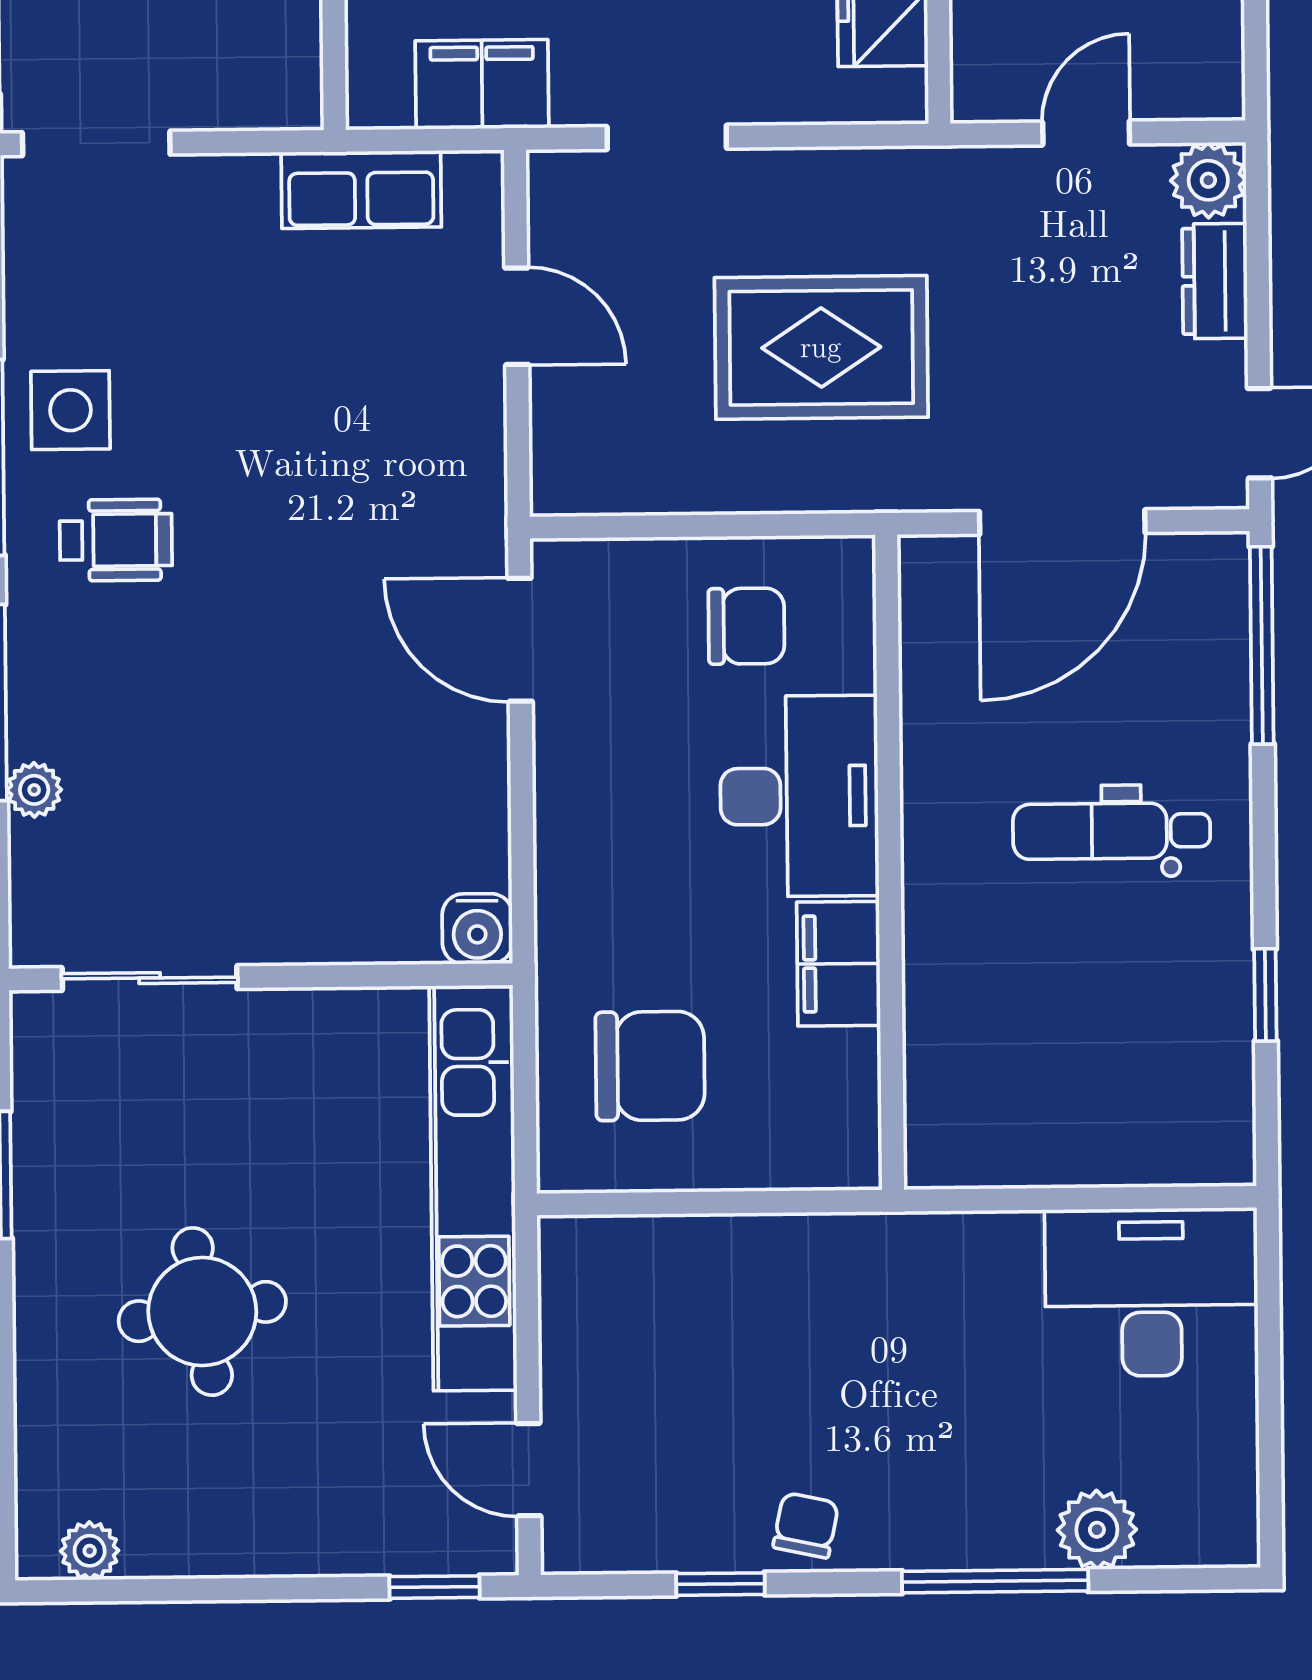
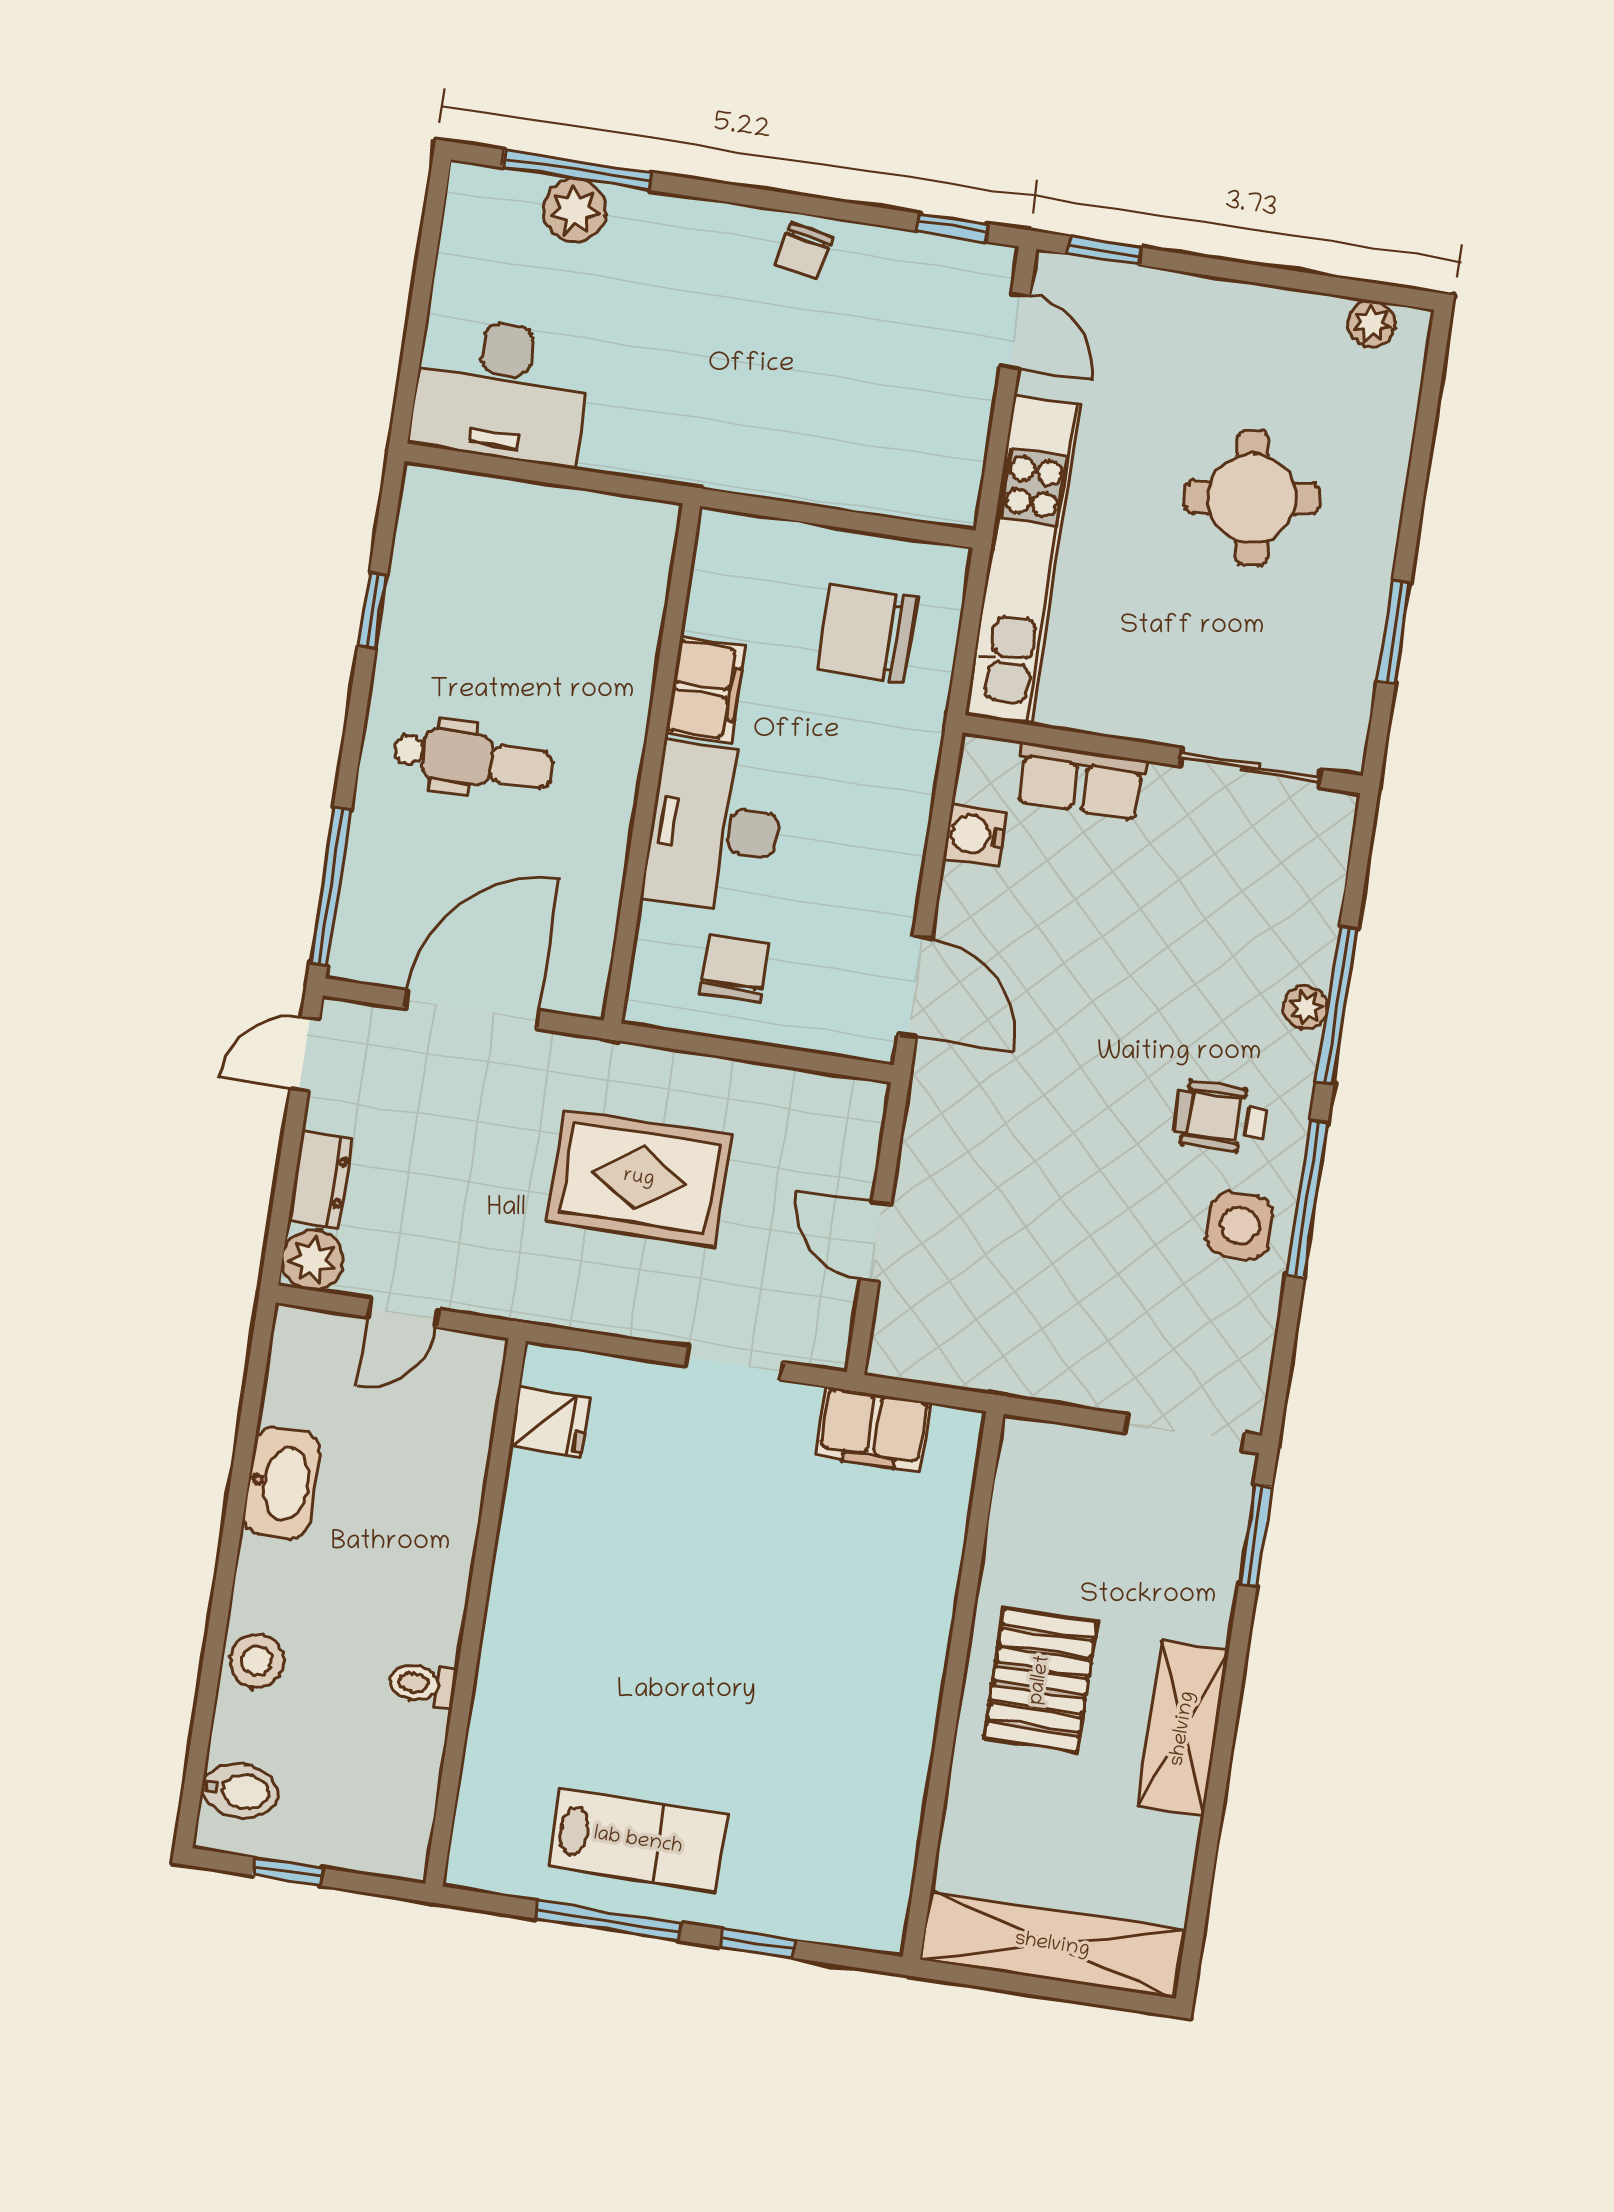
row of seats: (361, 190) -> (1081, 781), moved, turned 180
chair: (746, 626) -> (734, 968), turned 90
plant: (34, 790) -> (1306, 1007), moved
water cooler: (477, 929) -> (975, 835), moved, turned -90
window: (995, 1581) -> (577, 170), moved
window: (720, 1584) -> (952, 227), moved

